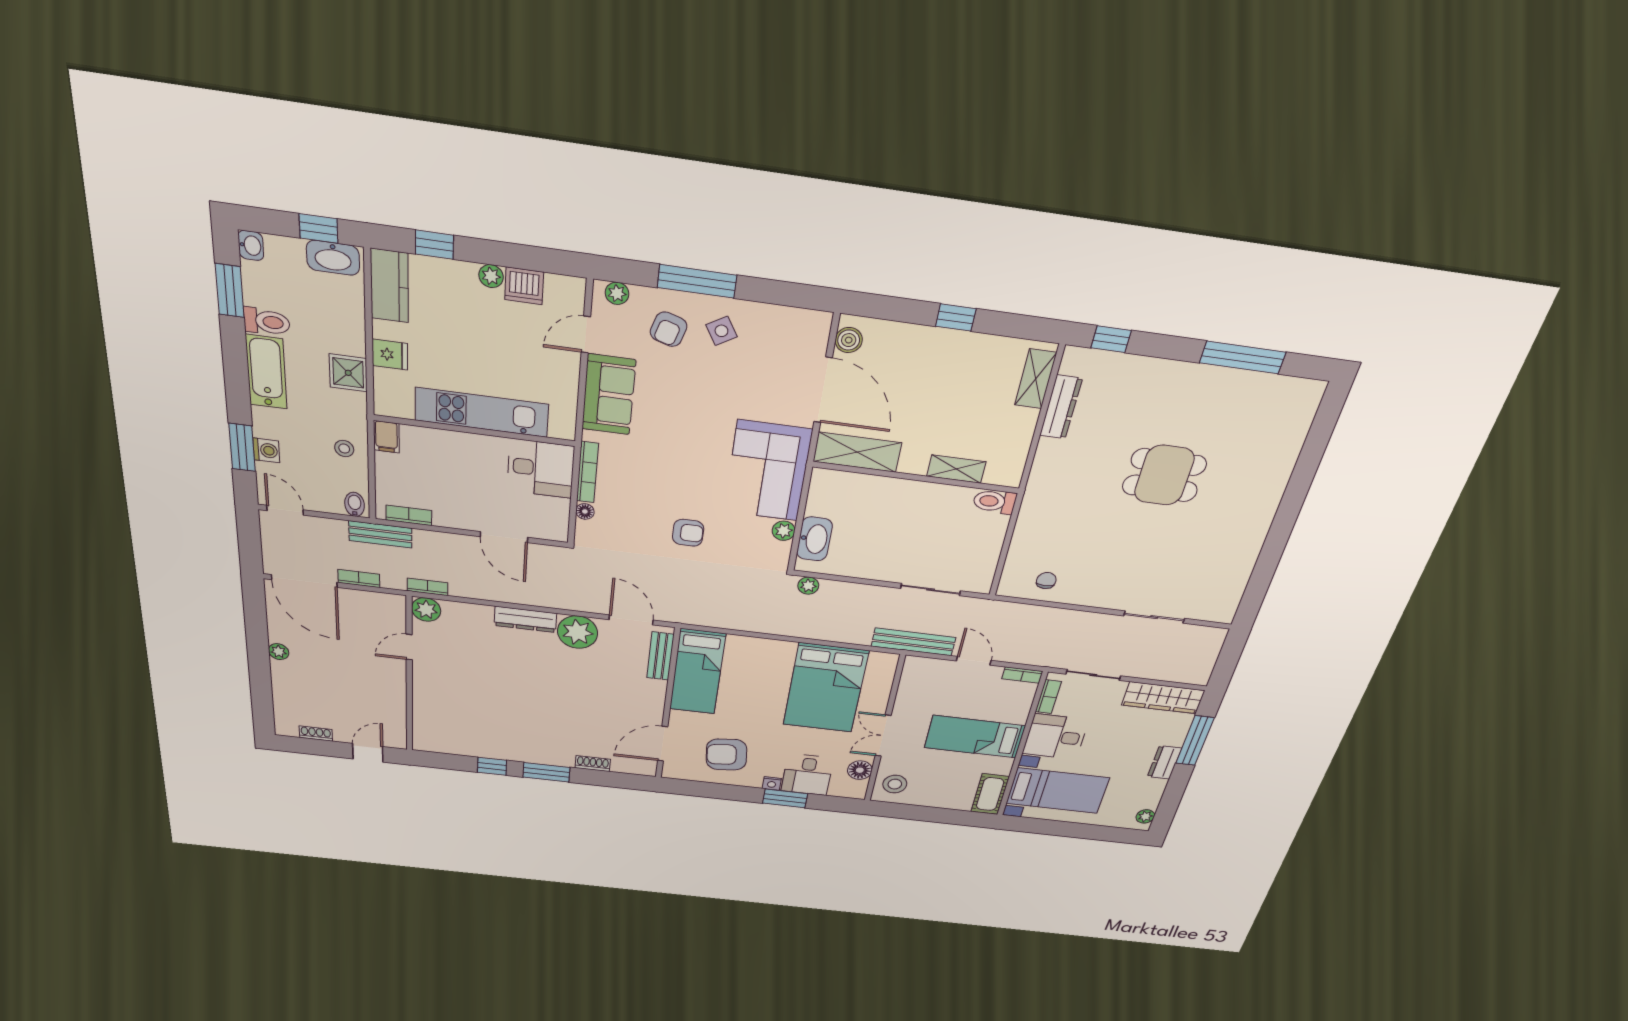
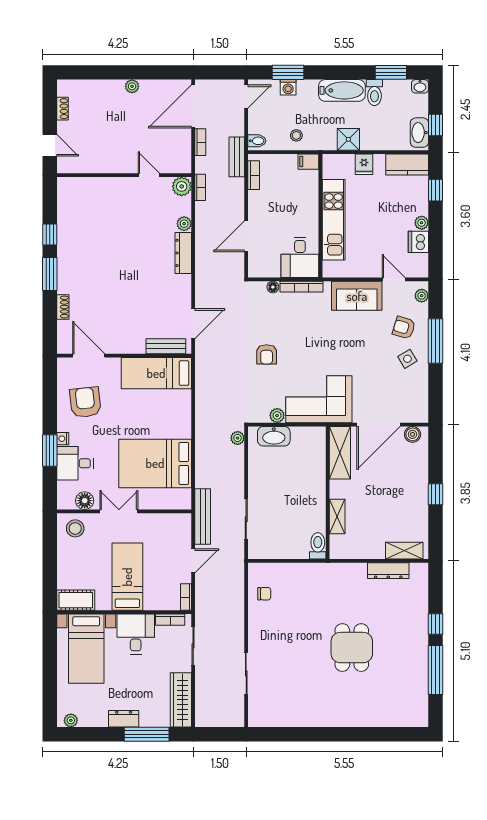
window: (1111, 339) -> (436, 624), moved
plant: (578, 632) -> (184, 224), moved, width x0.53, depth x0.53

